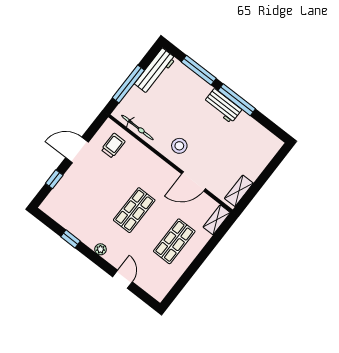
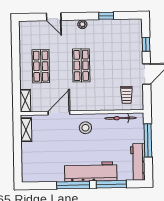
workbench: (223, 106) -> (91, 172), width x1.88, depth x1.32

